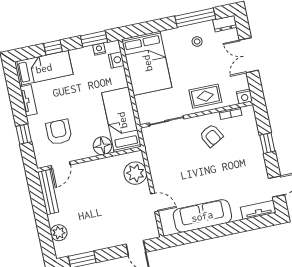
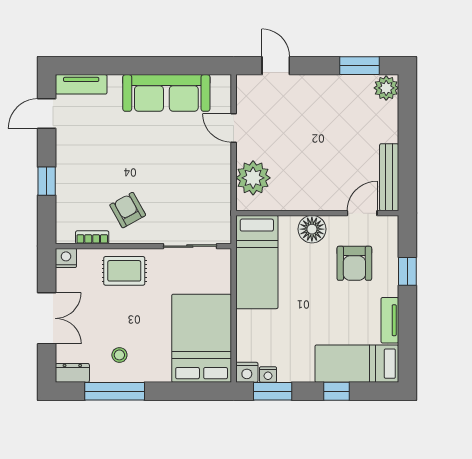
nightstand: (116, 60) -> (247, 372), moved, turned -90
floor lamp: (102, 146) -> (312, 229), moved
plant: (59, 233) -> (386, 88), moved

